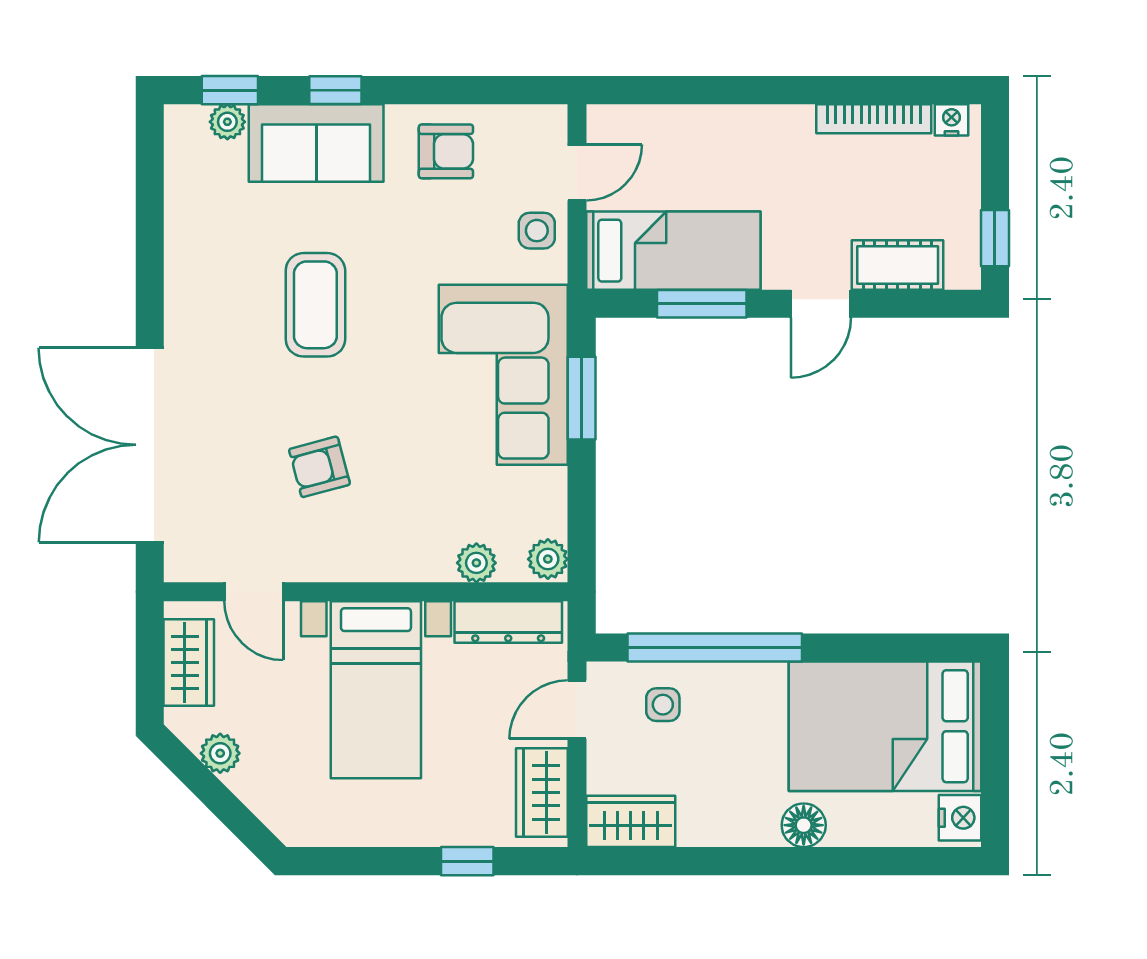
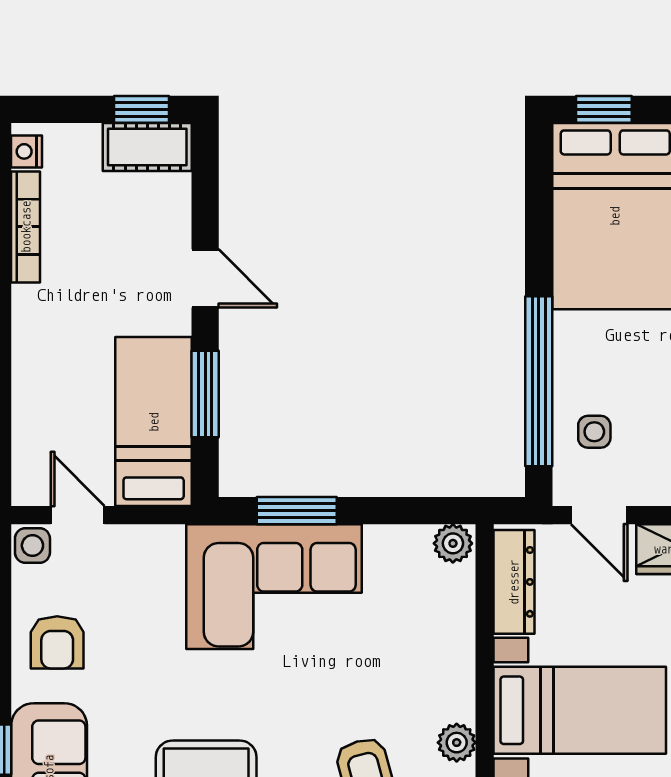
armchair: (446, 151) -> (57, 642), turned 180
side table: (537, 231) -> (32, 546), moved
cot: (898, 265) -> (147, 147), moved, turned 90
plant: (476, 563) -> (457, 743), moved
window: (995, 715) -> (604, 109), added

